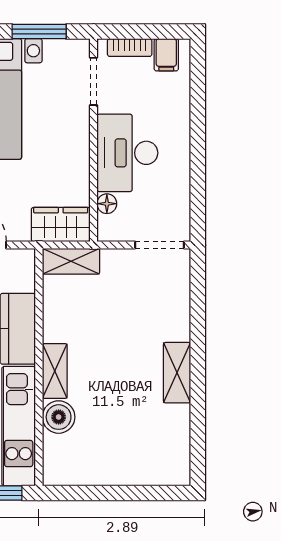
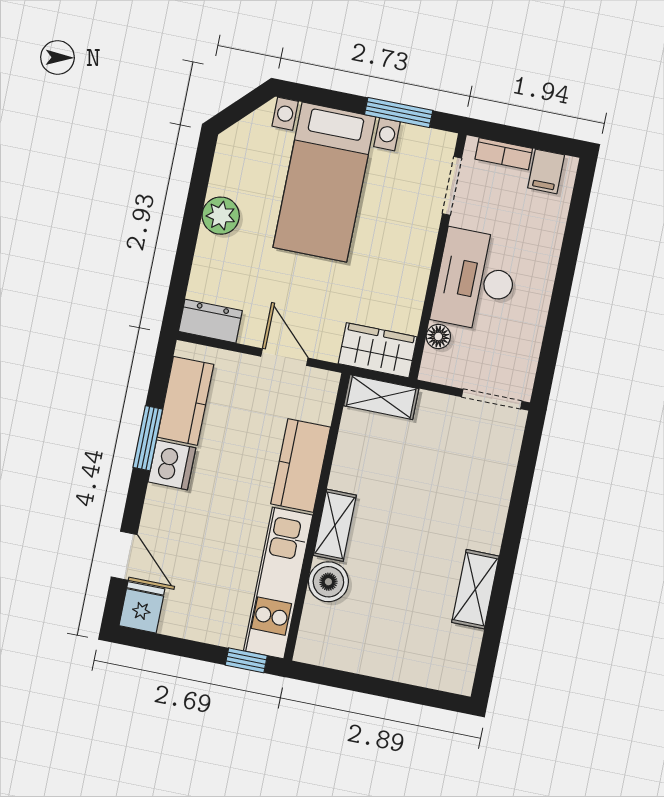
shelving: (177, 373) -> (475, 589), moved

